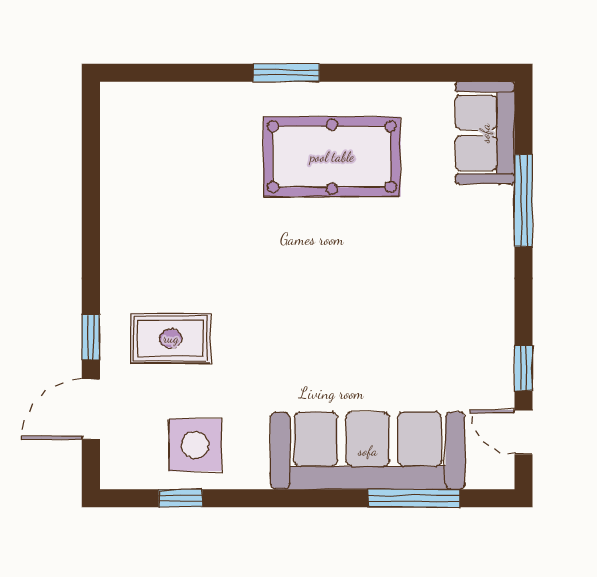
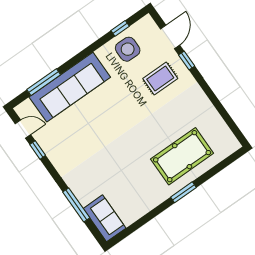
pool table: (332, 157) -> (182, 156), moved

